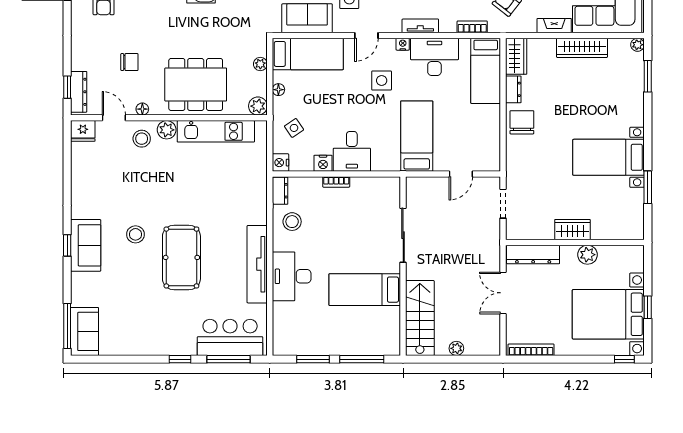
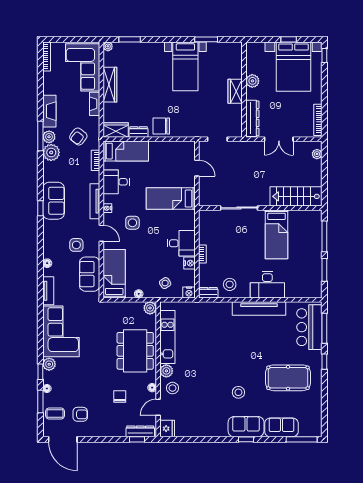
tv unit: (420, 26) -> (95, 201), width x1.41
desk: (434, 57) -> (116, 182), width x0.73
plant: (260, 64) -> (121, 306), removed
pool table: (181, 257) -> (288, 378), moved
sofa: (85, 331) -> (281, 427), moved
plant: (456, 348) -> (317, 154), moved

